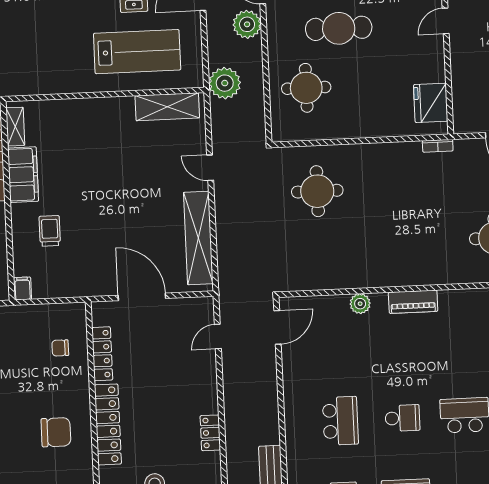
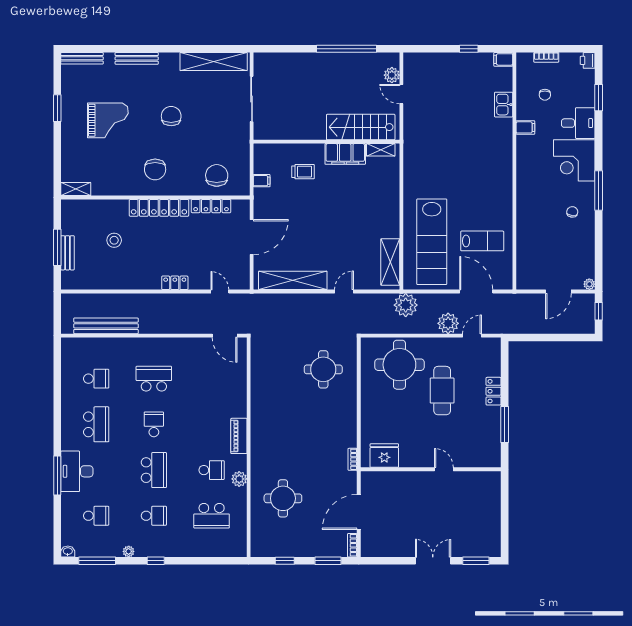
lab bench: (137, 52) -> (432, 242), width x1.36
round table: (306, 88) -> (399, 365), width x1.36, depth x1.36
filing cabinet: (22, 288) -> (262, 181), moved
plant: (360, 304) -> (239, 479), moved
school desk: (461, 337) -> (212, 470), added
chair: (60, 348) -> (217, 175), width x1.87, depth x1.87
school desk: (402, 418) -> (154, 424), turned 180
school desk: (340, 421) -> (154, 379), turned 180
locker: (210, 433) -> (175, 283), moved

